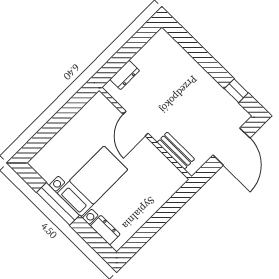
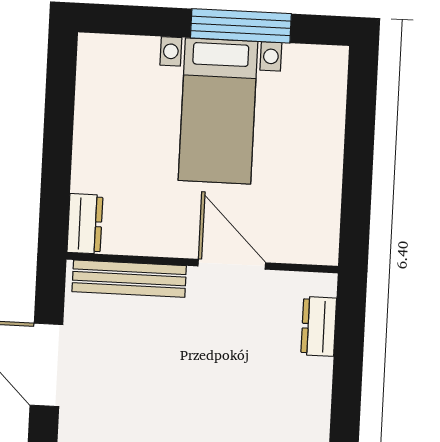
bench: (176, 151) -> (129, 279), width x1.36
dresser: (105, 230) -> (85, 224), moved, turned -90

